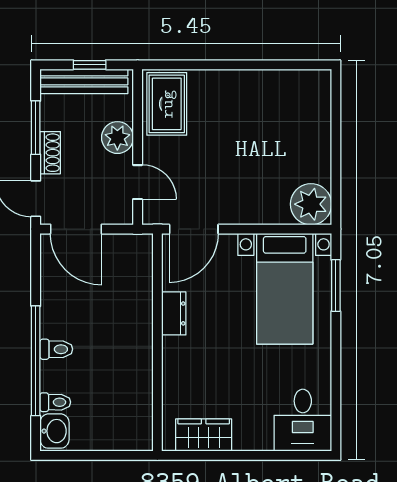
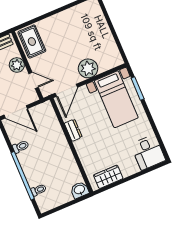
plant: (311, 204) -> (88, 68), moved
toilet: (56, 349) -> (21, 147), moved
washbasin: (55, 431) -> (80, 190), moved, turned -90

